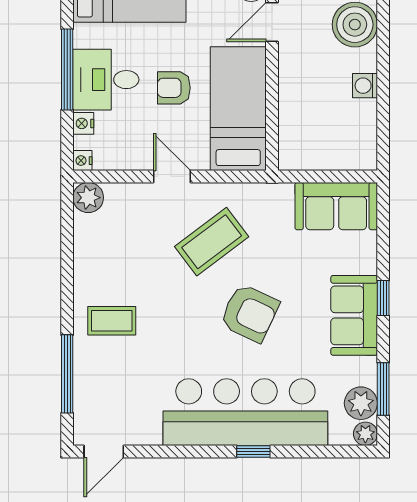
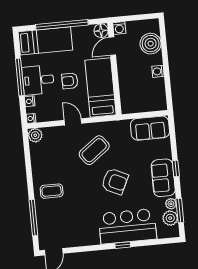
bar counter: (245, 412) -> (127, 226), width x0.73
plant: (365, 434) -> (171, 204), moved

